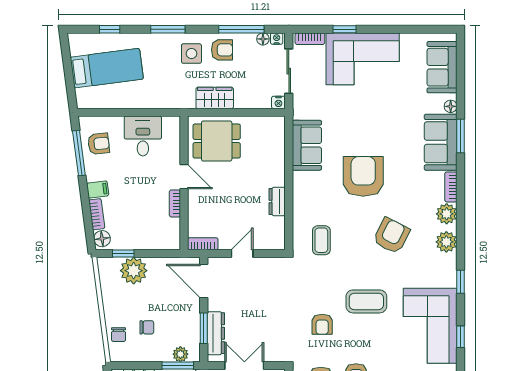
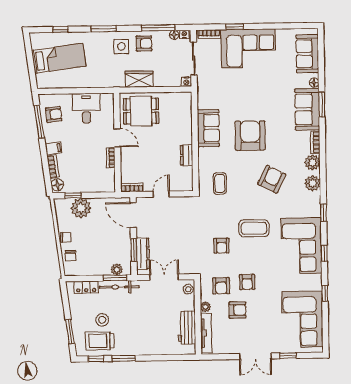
sofa: (307, 145) -> (208, 128), moved
chair: (147, 327) -> (66, 237), moved

